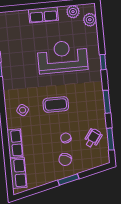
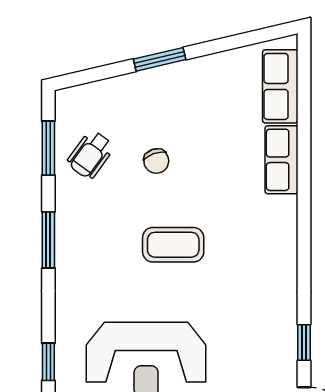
window: (103, 62) -> (48, 362), moved
side table: (23, 110) -> (255, 239), removed
chair: (65, 159) -> (163, 109), removed

